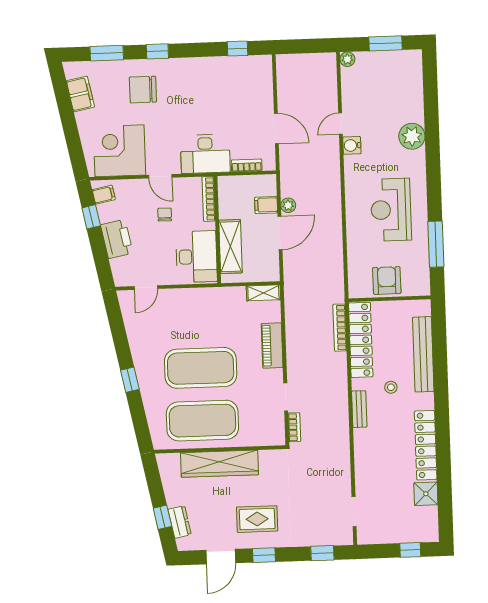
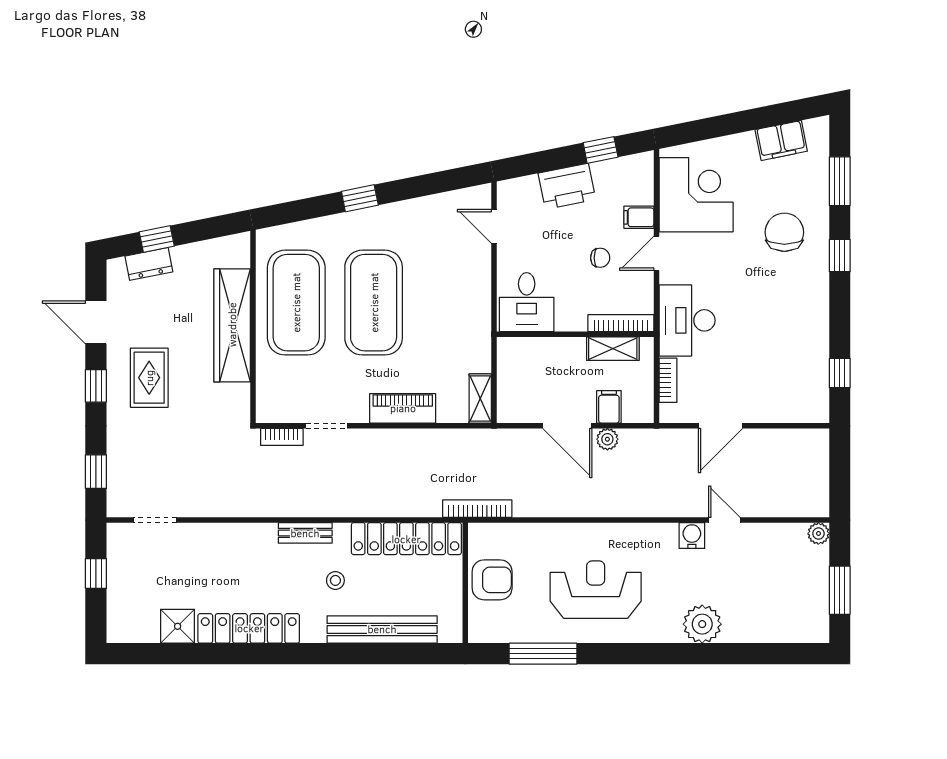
filing cabinet: (104, 195) -> (639, 217), moved, turned 101
shelving: (230, 247) -> (613, 349), moved, width x0.67, depth x0.75
desk: (196, 257) -> (527, 302), width x0.73
bookcase: (340, 328) -> (477, 509), moved
window: (410, 550) -> (96, 574), moved

